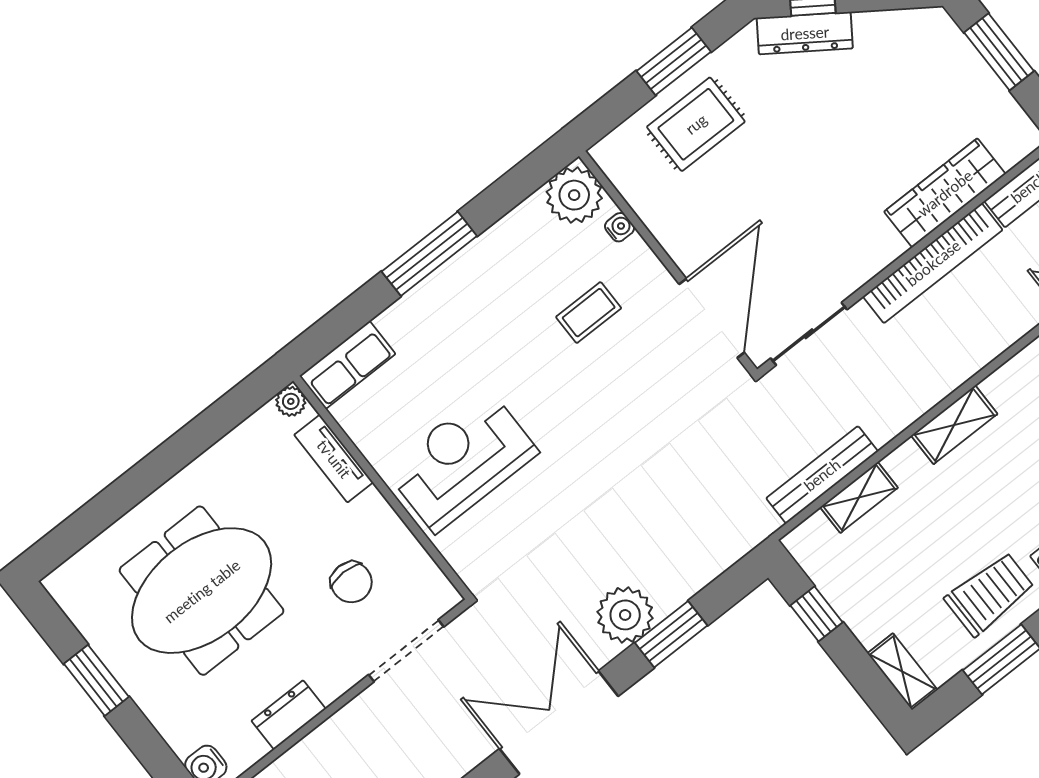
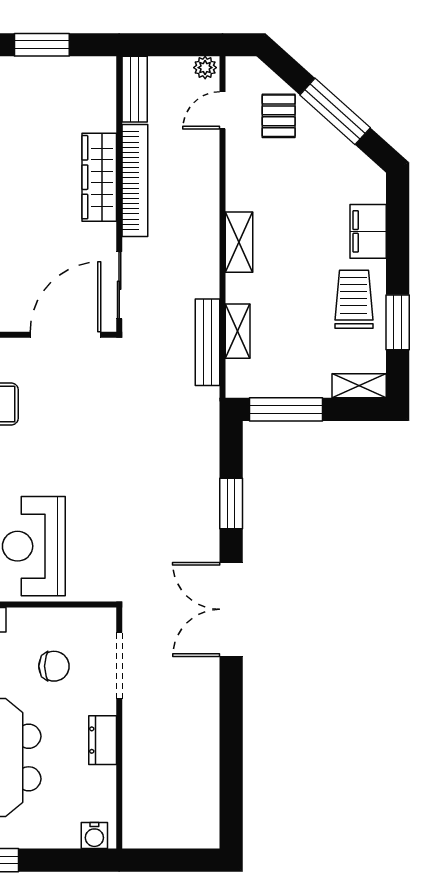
wardrobe: (945, 193) -> (99, 177), moved
door: (712, 318) -> (65, 335), hinge flipped
window: (816, 614) -> (286, 409), width x2.17
plant: (625, 615) -> (199, 522), removed
dresser: (289, 715) -> (103, 740), moved

